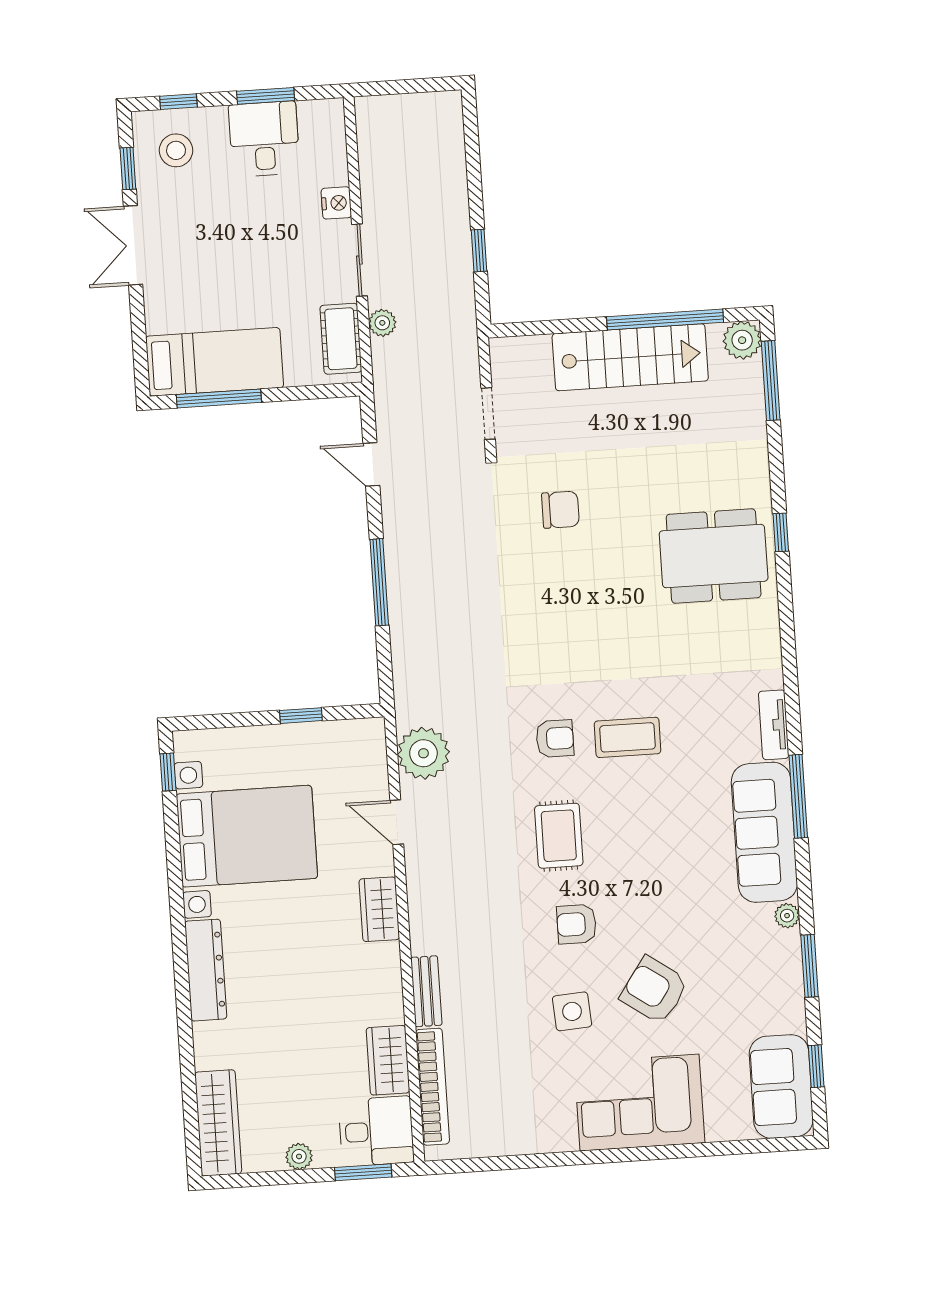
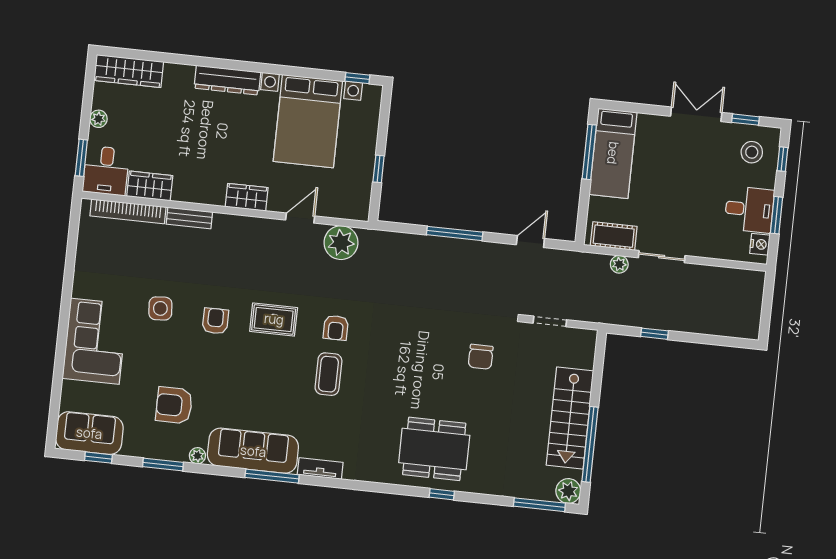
nightstand: (336, 203) -> (760, 244), moved, turned -90
dining table: (714, 556) -> (434, 449), turned 90
armchair: (654, 990) -> (174, 405), moved, turned -125

